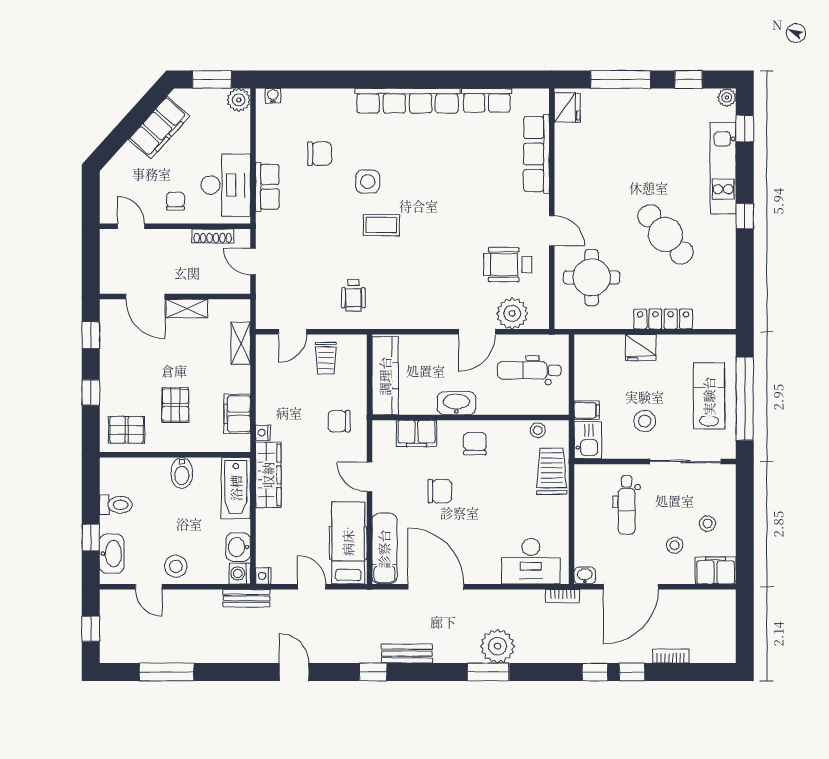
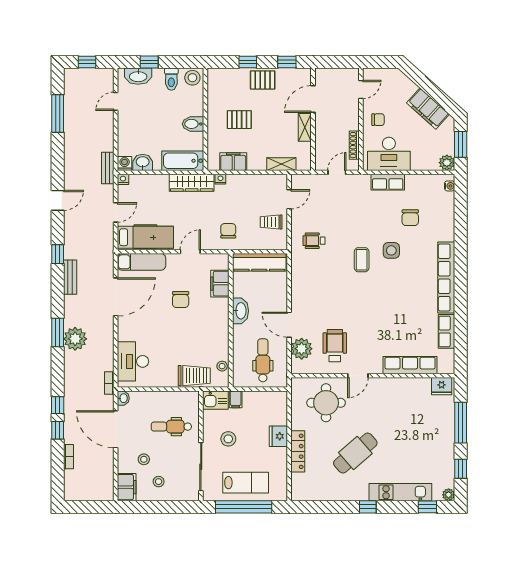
door: (293, 332) -> (289, 199), swing flipped
pallet: (127, 430) -> (263, 80), moved, turned 90
chair: (475, 444) -> (213, 323), removed
stool: (176, 566) -> (192, 78), moved

